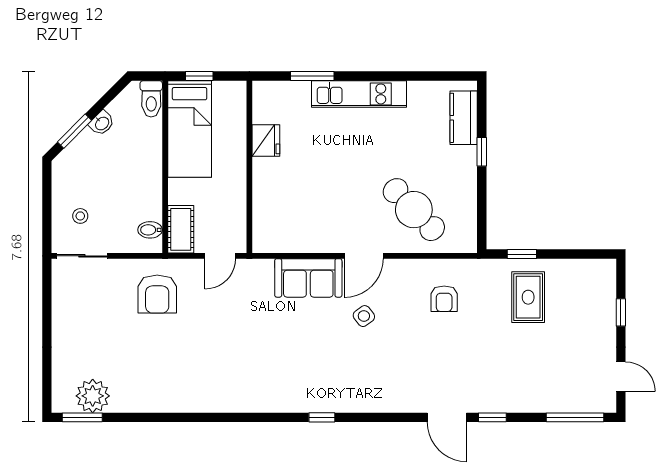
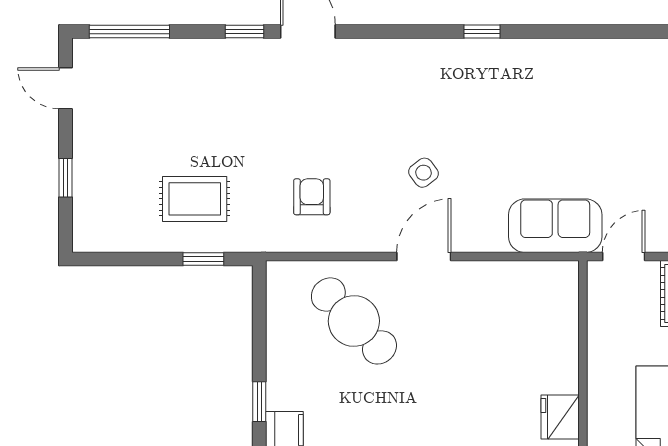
sofa: (308, 278) -> (555, 226), moved
rug: (528, 297) -> (195, 199), turned 90

